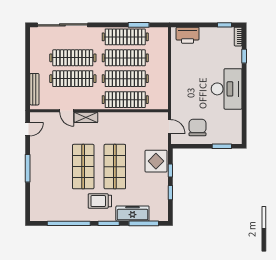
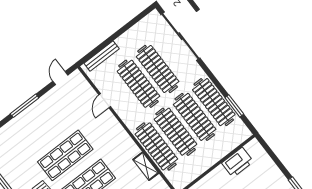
printer: (188, 35) -> (238, 162), moved, turned -90
shelving: (86, 117) -> (146, 166), moved
door: (28, 129) -> (60, 78), swing flipped

